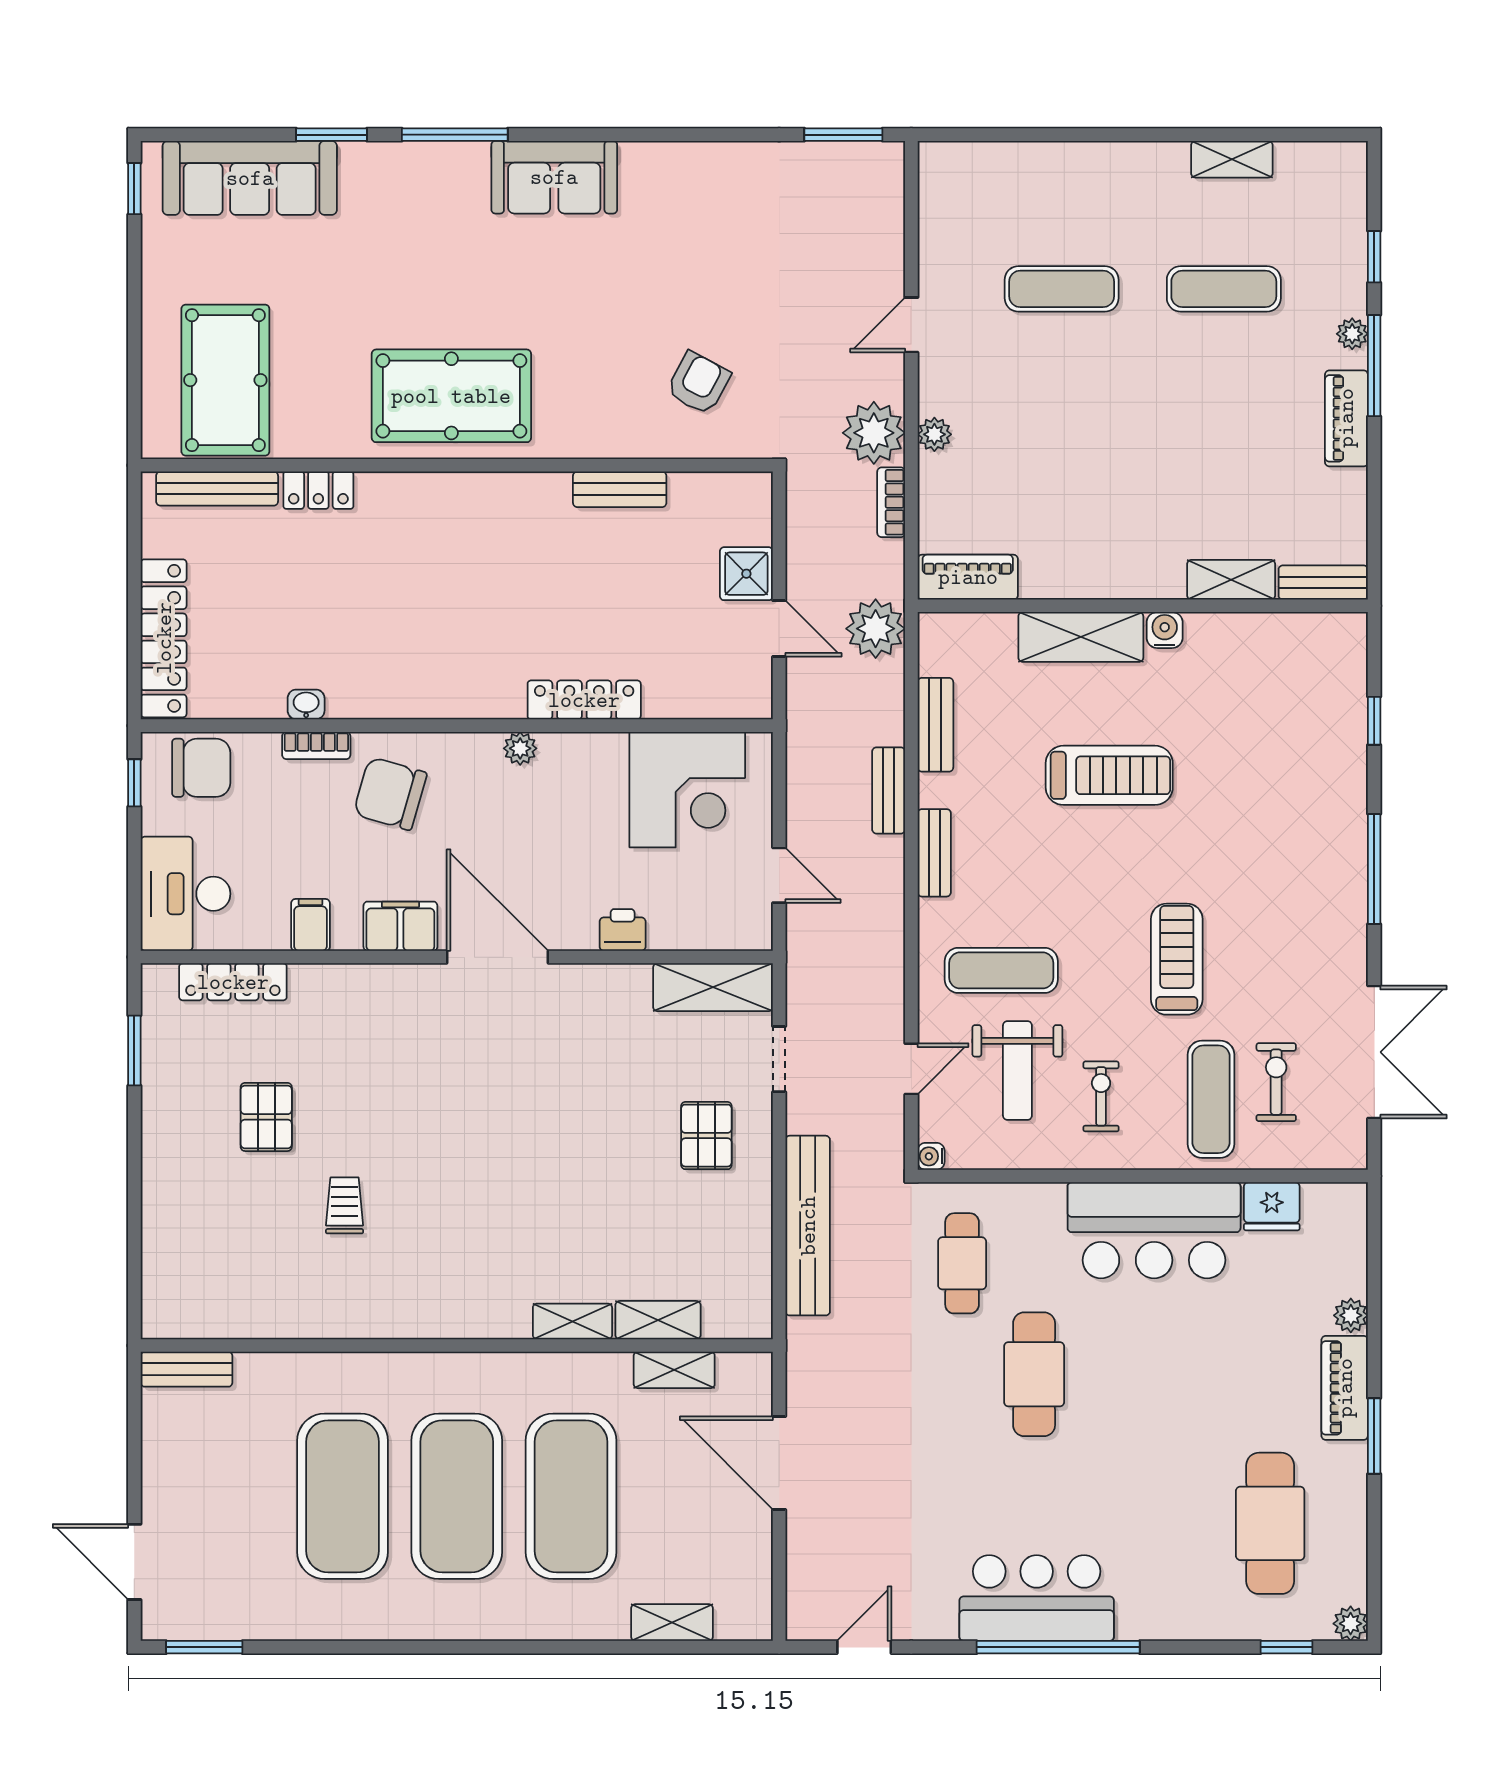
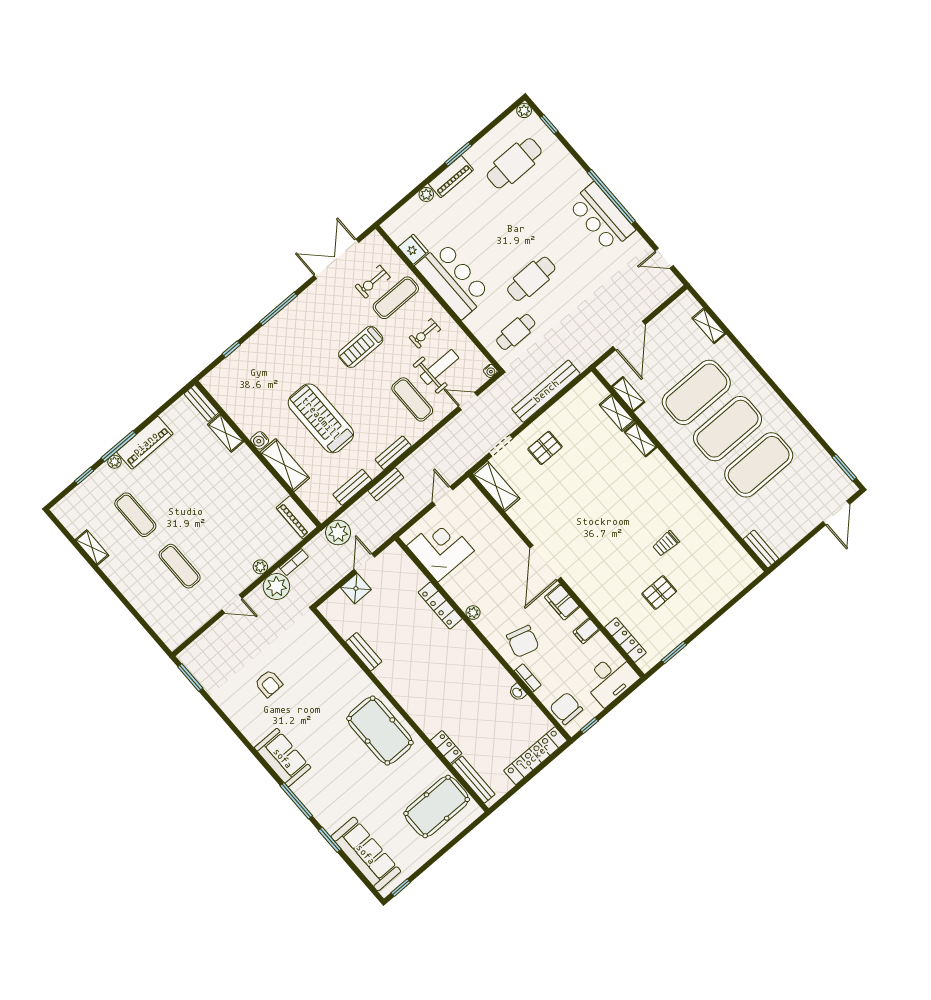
armchair: (698, 383) -> (269, 683), moved, turned -118
piano: (1346, 418) -> (145, 443), width x1.37, depth x1.33
treadmill: (1109, 775) -> (321, 418), width x1.37, depth x1.38
printer: (623, 930) -> (503, 531), removed

